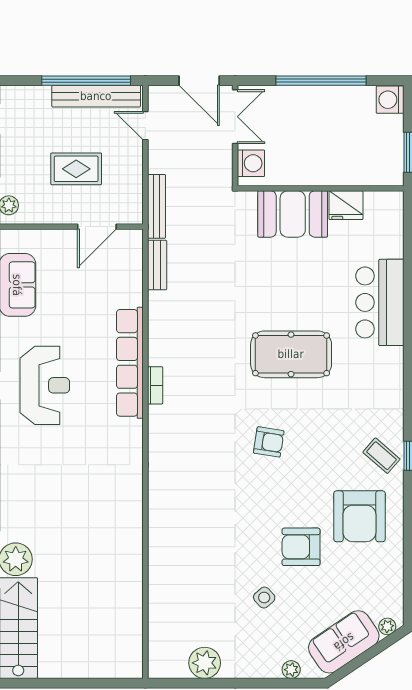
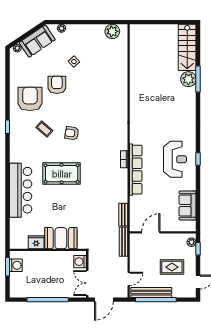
door: (199, 81) -> (104, 300), swing flipped
washing machine: (390, 100) -> (16, 265), moved
door: (145, 126) -> (129, 279), hinge flipped
rug: (76, 169) -> (172, 267), moved
bar counter: (380, 302) -> (21, 190), width x1.36
reception desk: (45, 385) -> (175, 159), turned 180
coffee table: (381, 456) -> (44, 129), moved
armchair: (301, 547) -> (57, 85), turned -90
plant: (205, 663) -> (112, 31), moved

